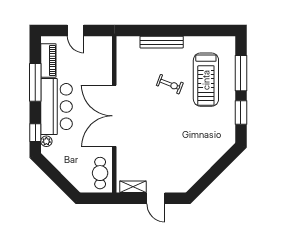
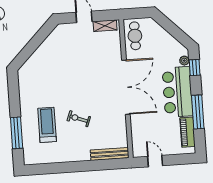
door: (76, 30) -> (155, 161), moved
bench: (162, 42) -> (110, 154), moved
treadmill: (206, 80) -> (47, 125), width x0.73, depth x0.73
window: (241, 112) -> (14, 98), removed

